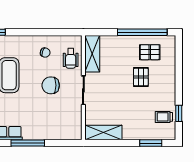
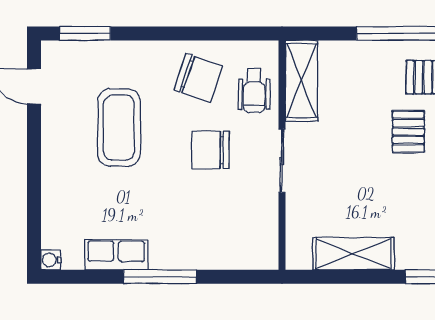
chair: (45, 53) -> (198, 78), width x1.87, depth x1.87
shelving: (103, 133) -> (353, 254), moved

